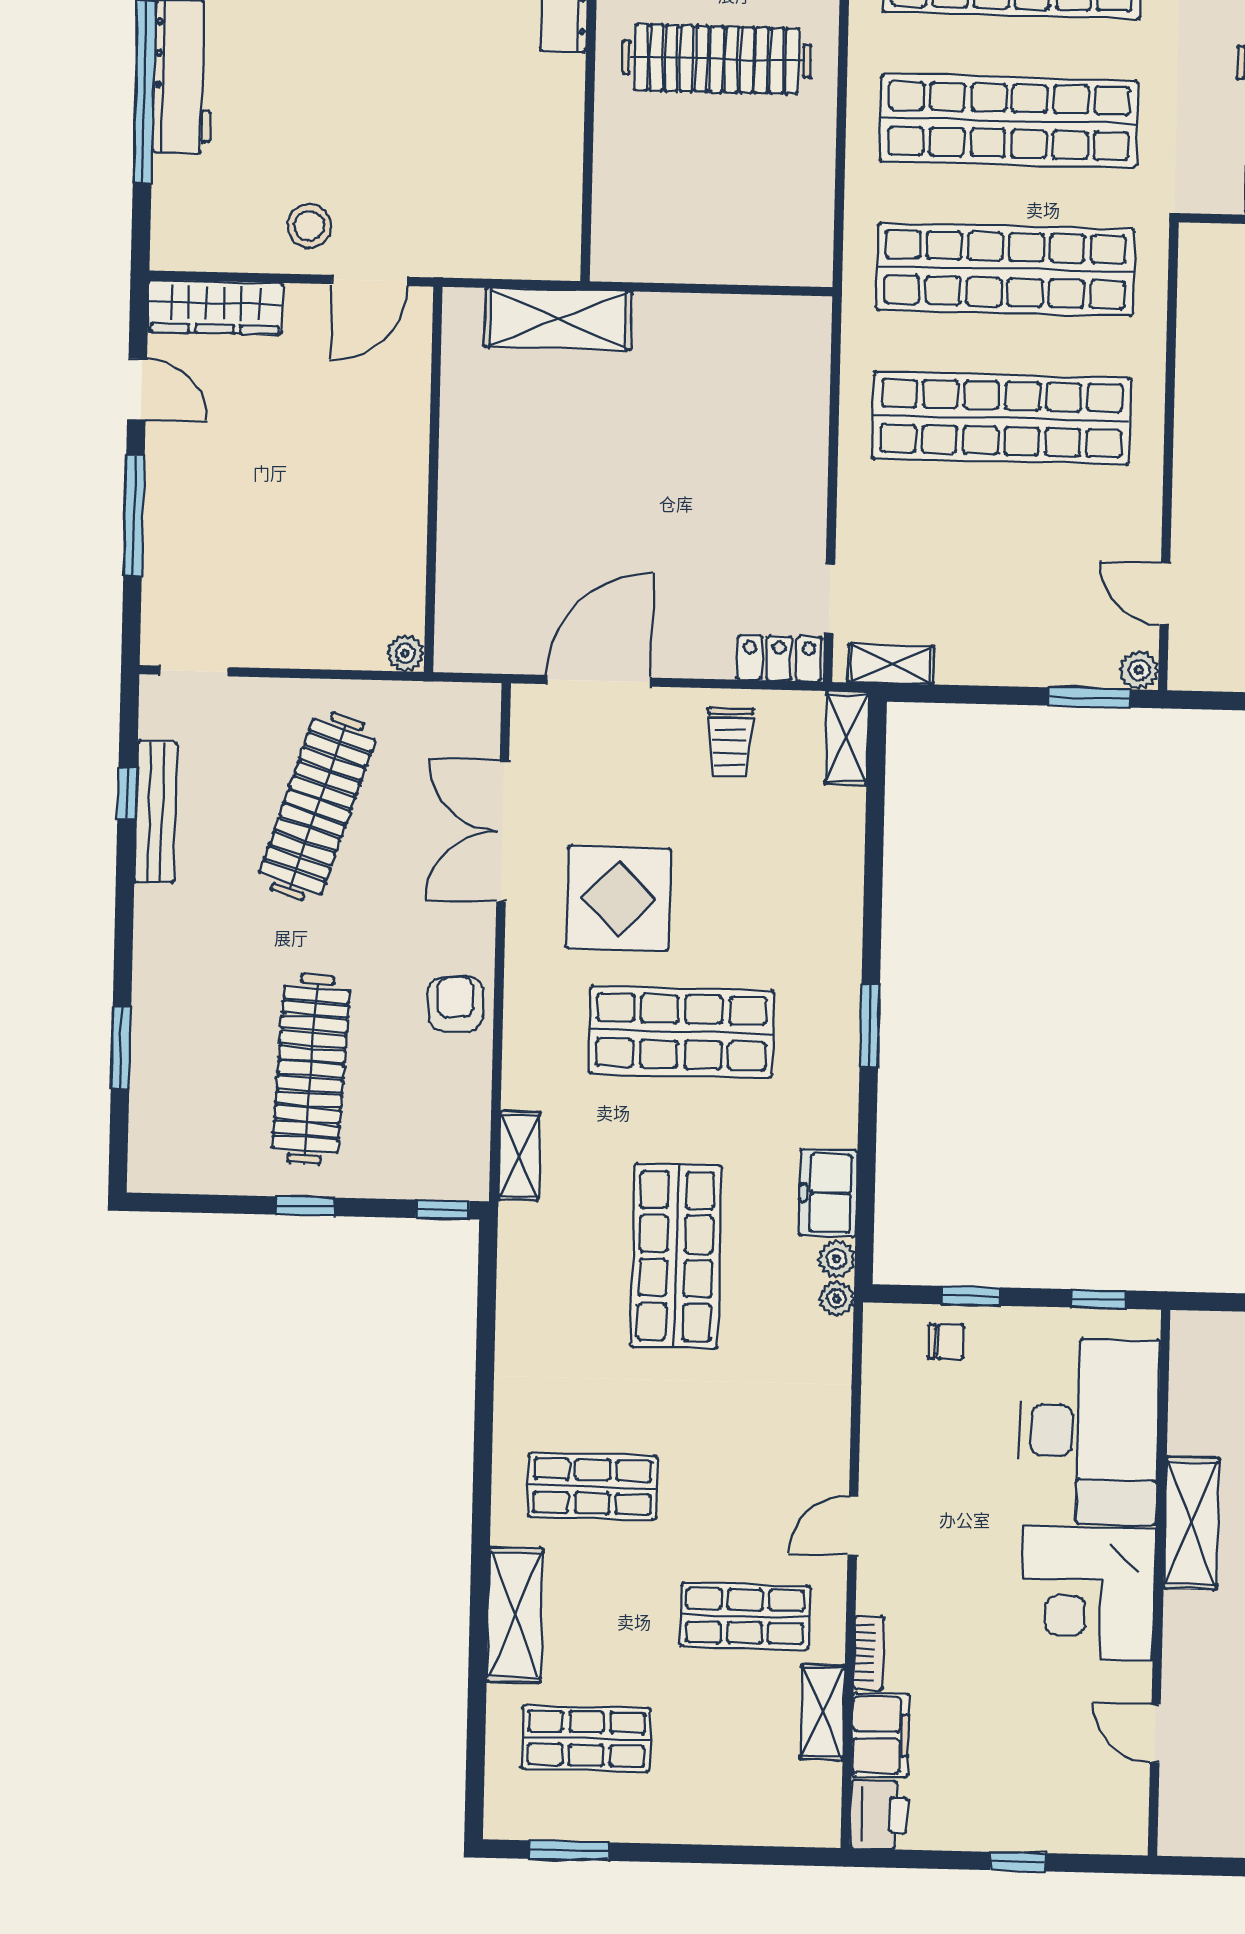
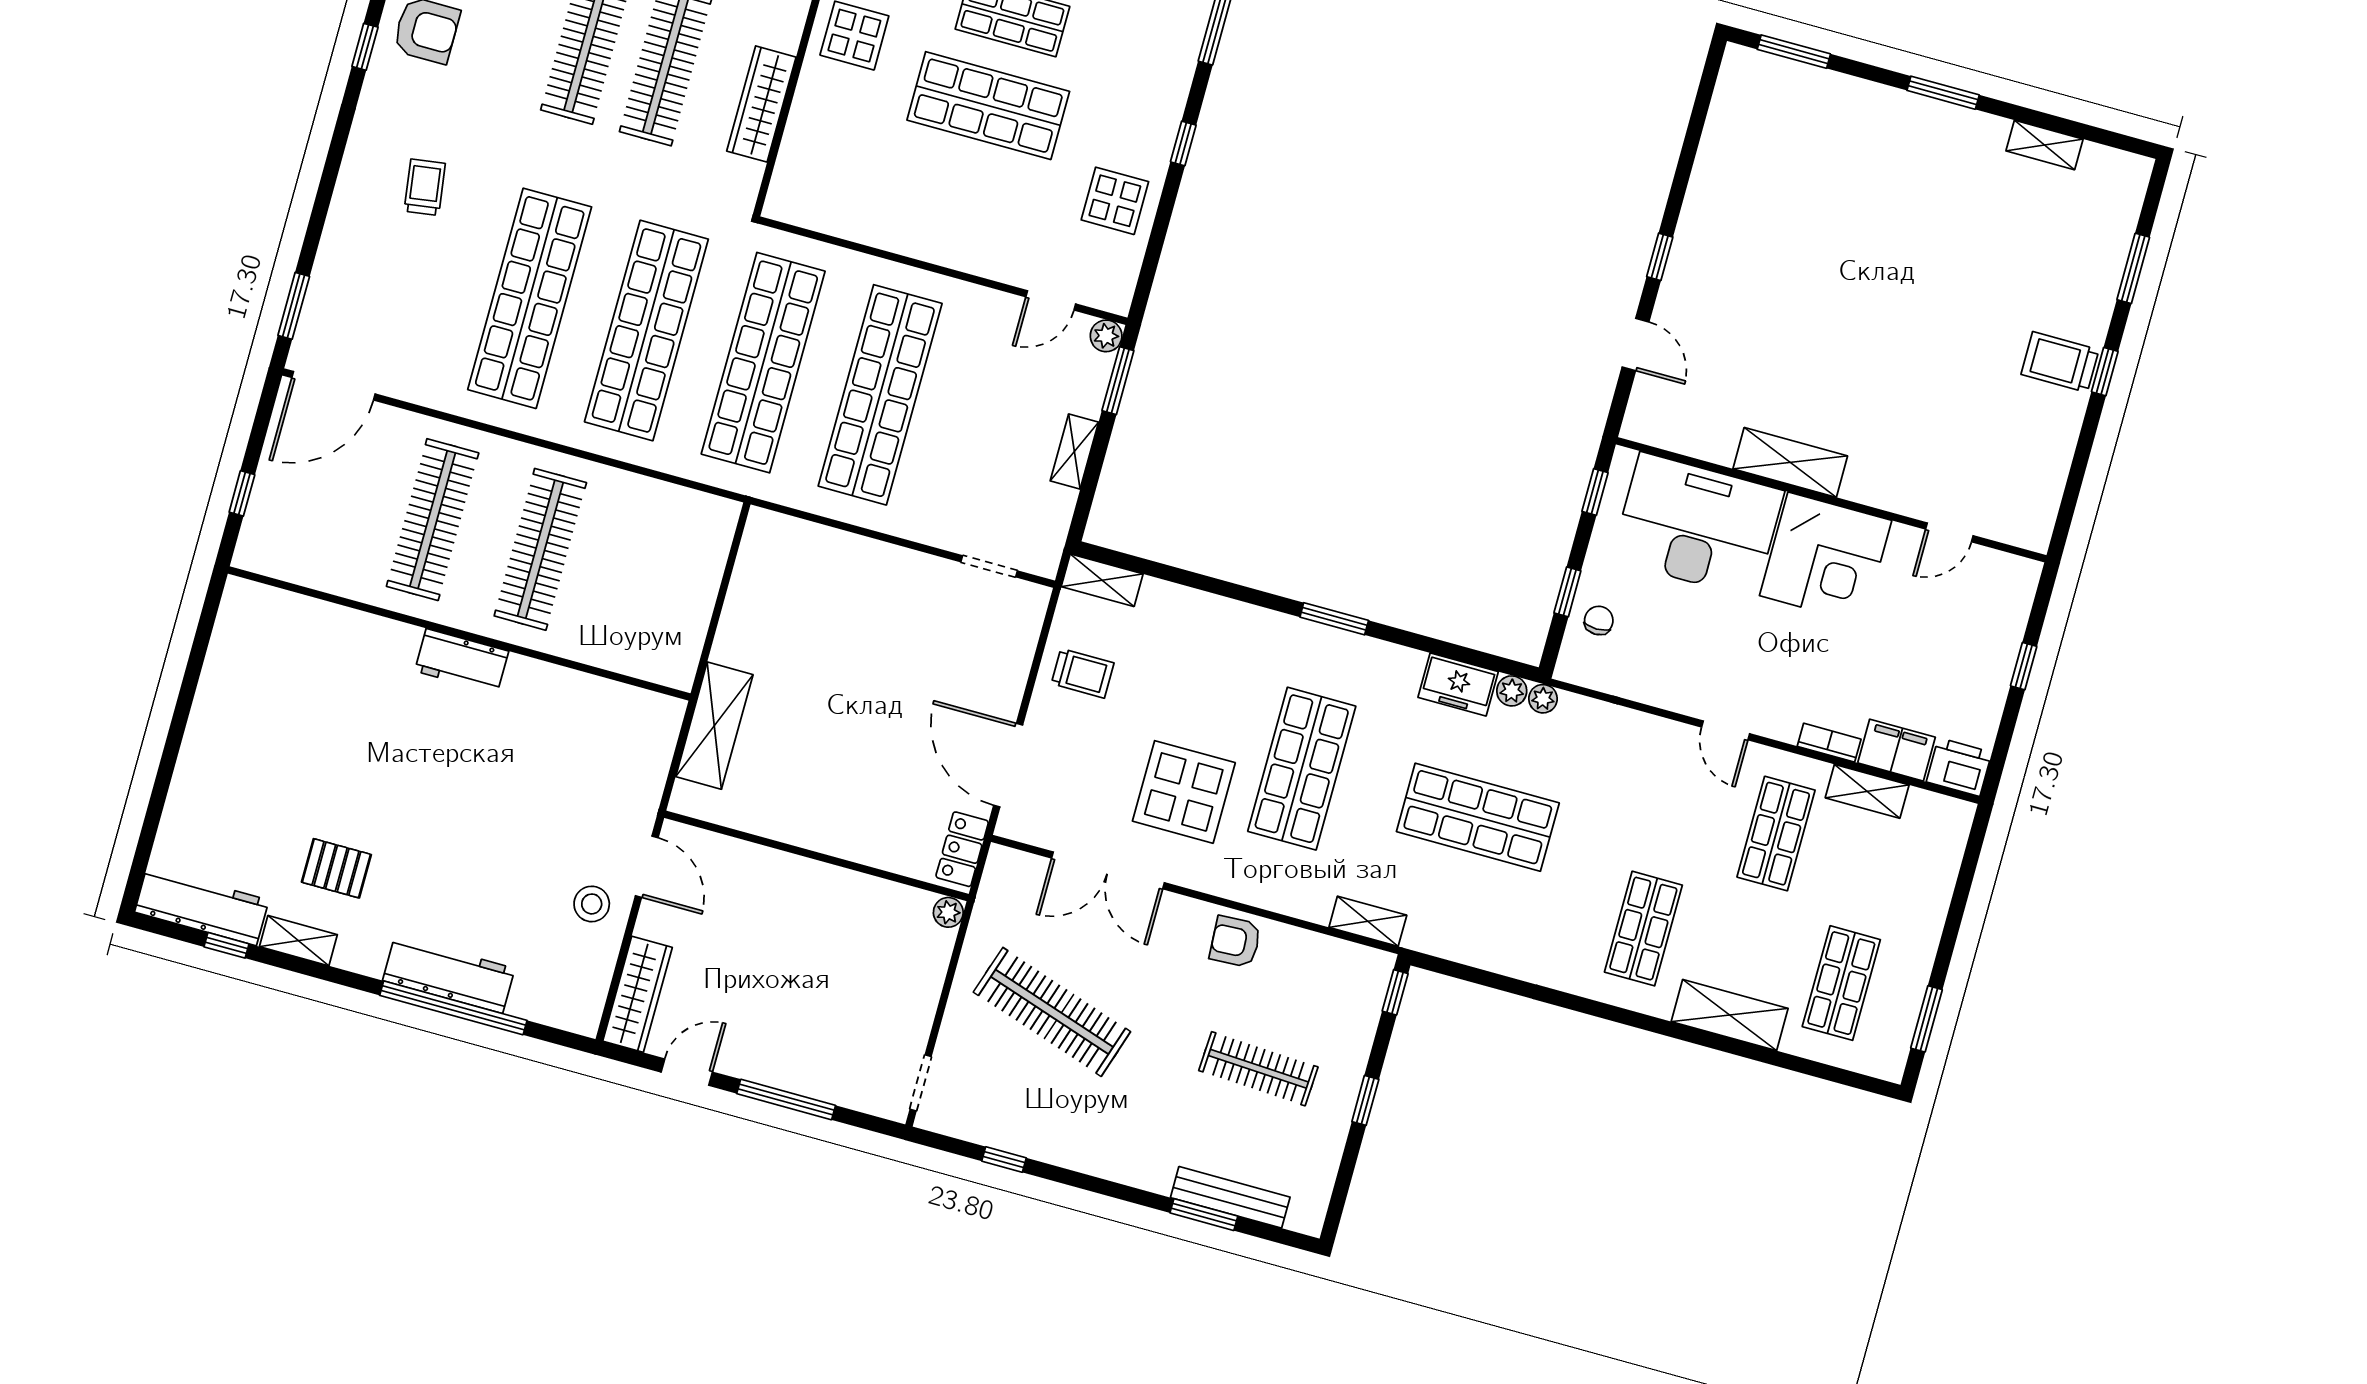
locker: (779, 658) -> (962, 849), moved
shelving: (891, 664) -> (1074, 452), moved
bench: (156, 812) -> (1230, 1197), moved
clothes rail: (311, 1069) -> (1258, 1069), width x0.73, depth x0.76

